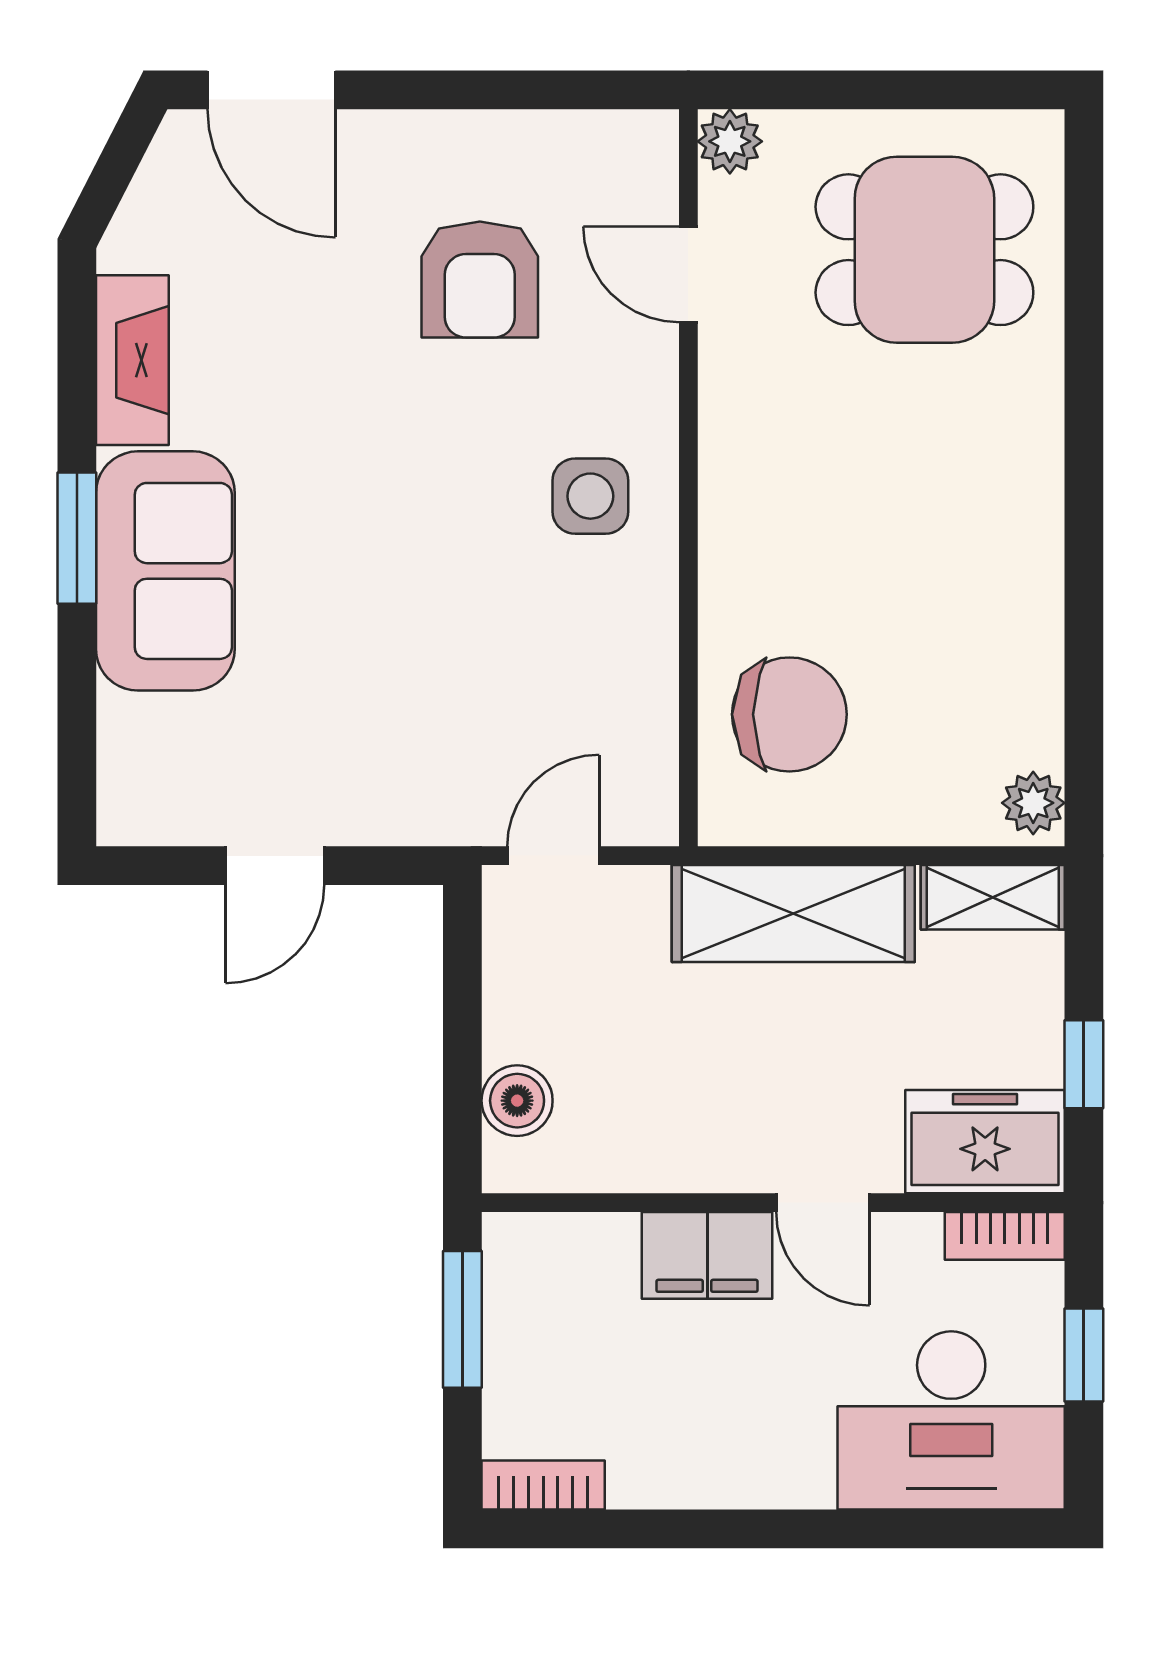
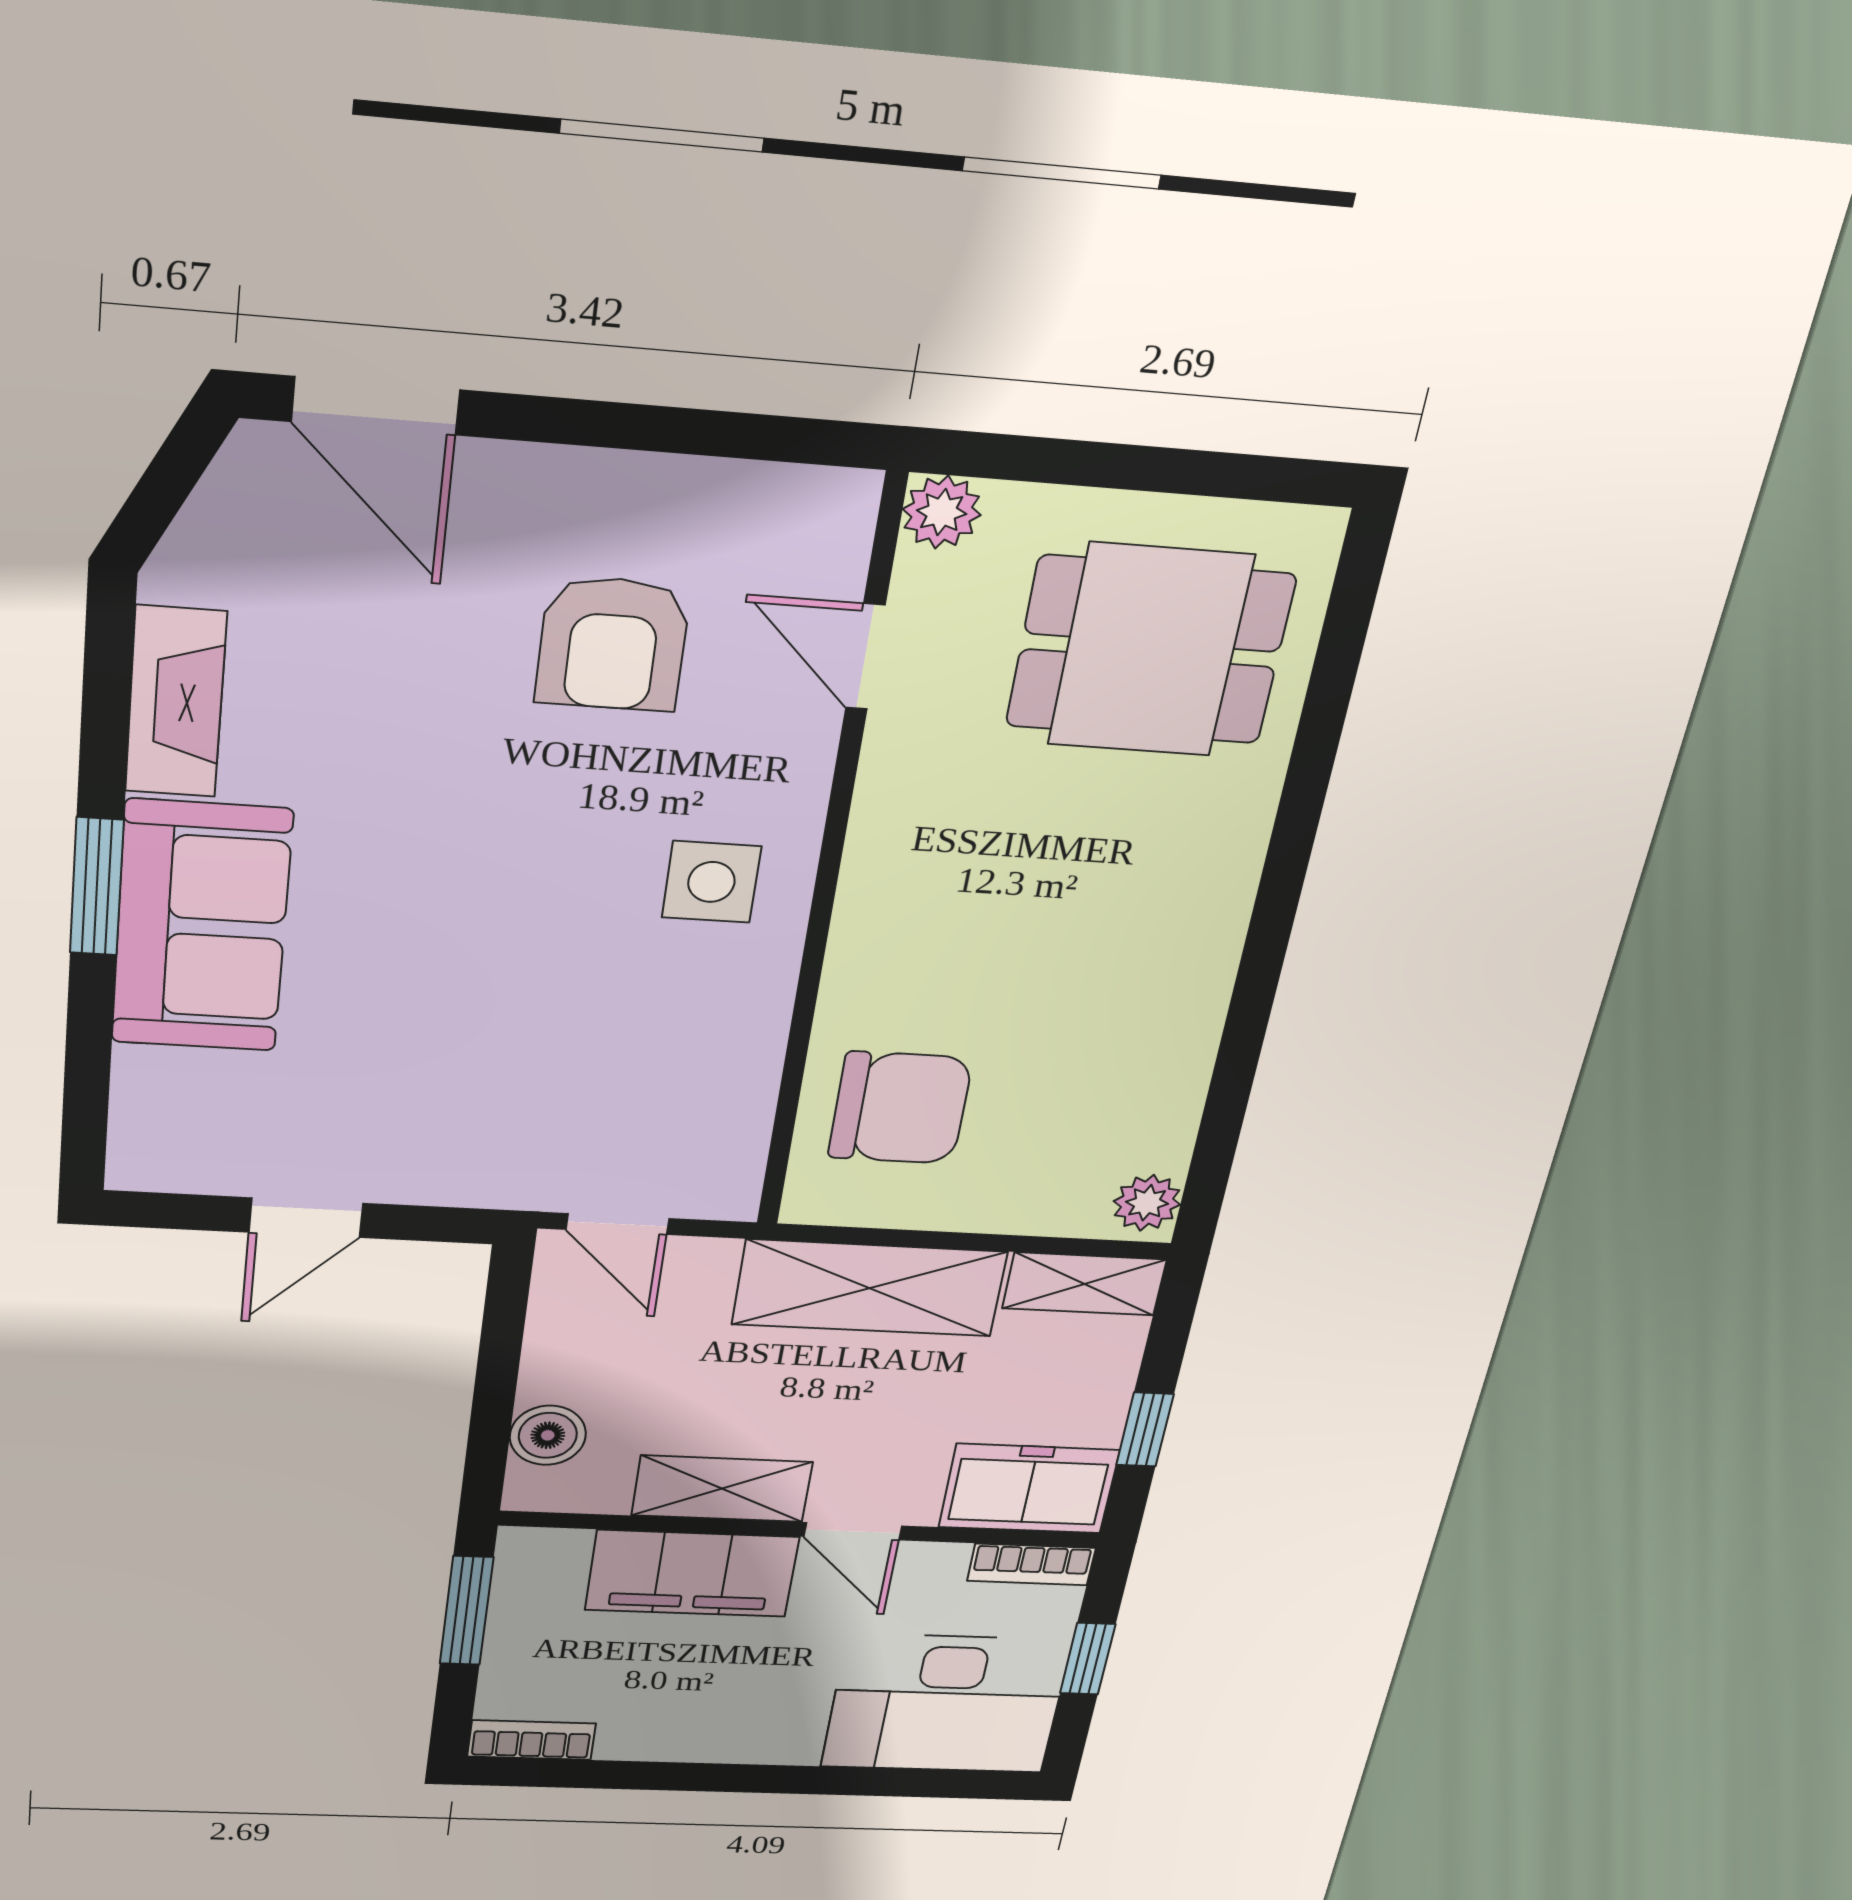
door: (553, 856) -> (618, 1224), swing flipped
shelving: (689, 1156) -> (722, 1489), added
filing cabinet: (707, 1255) -> (692, 1573), width x1.50, depth x1.17

